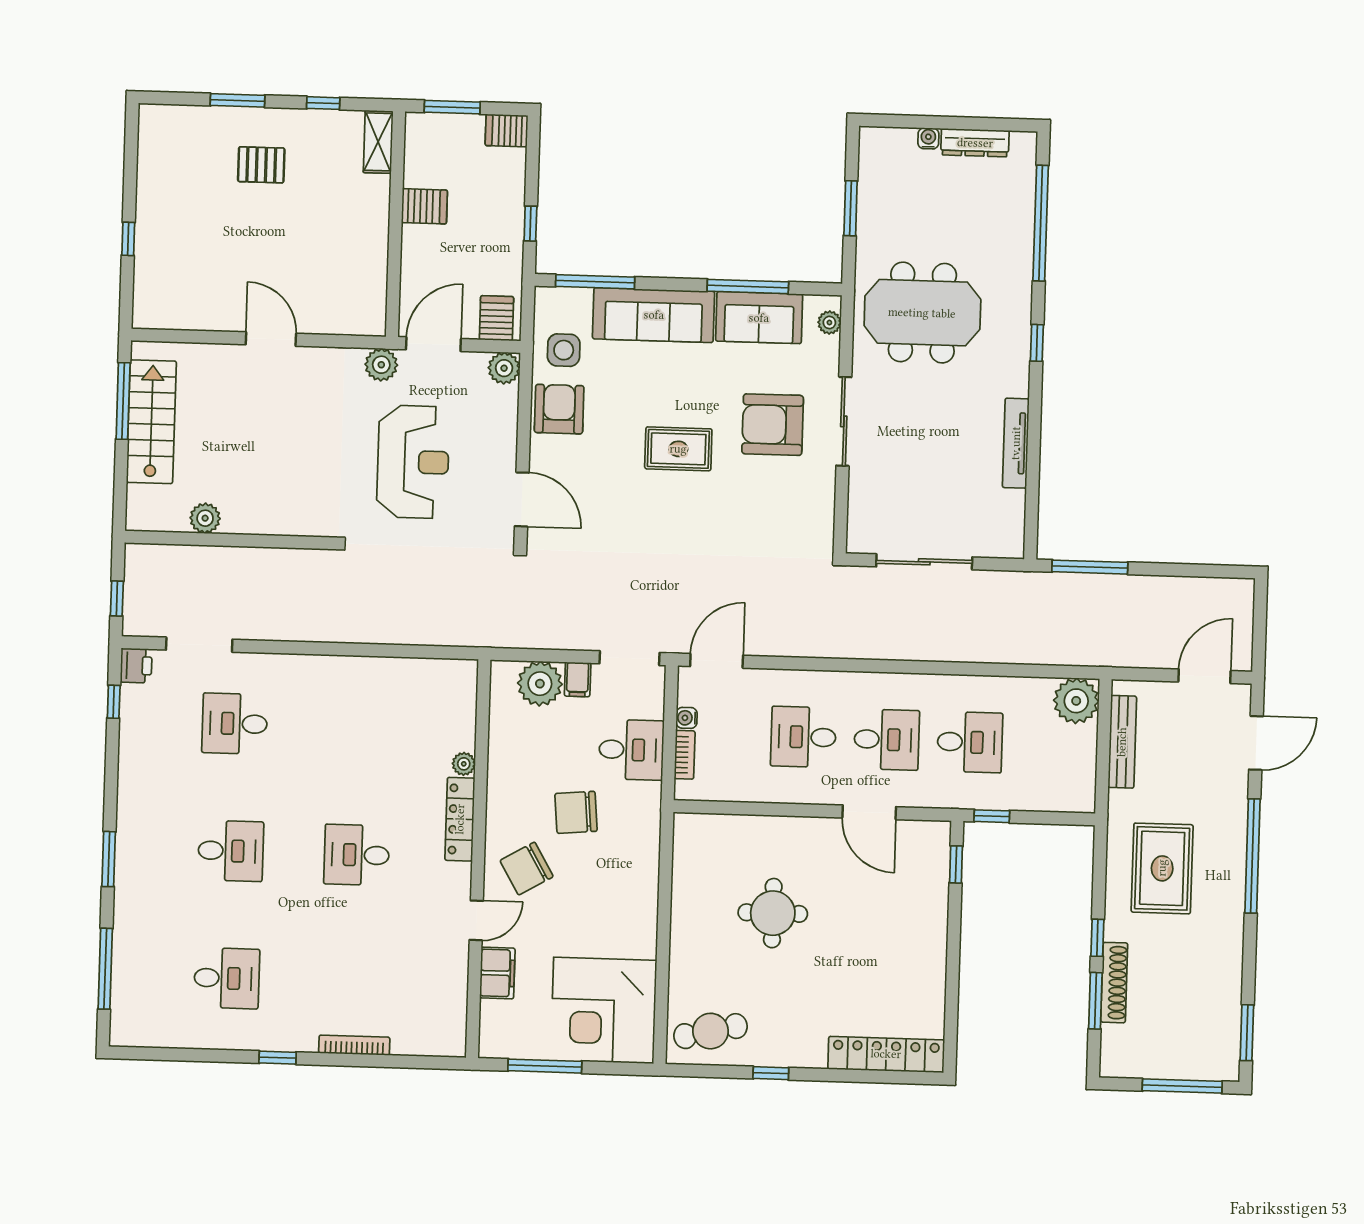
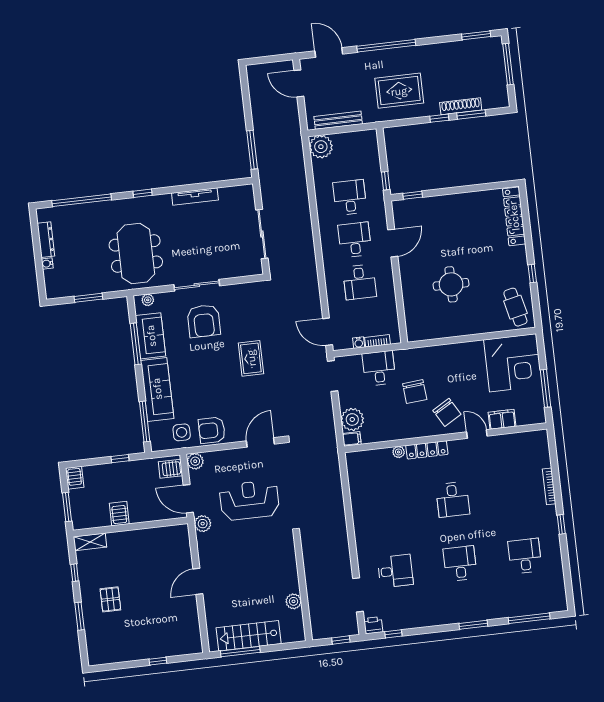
rug: (678, 449) -> (251, 358), moved
filing cabinet: (578, 679) -> (352, 439), moved
desk: (235, 724) -> (395, 571), turned -90

